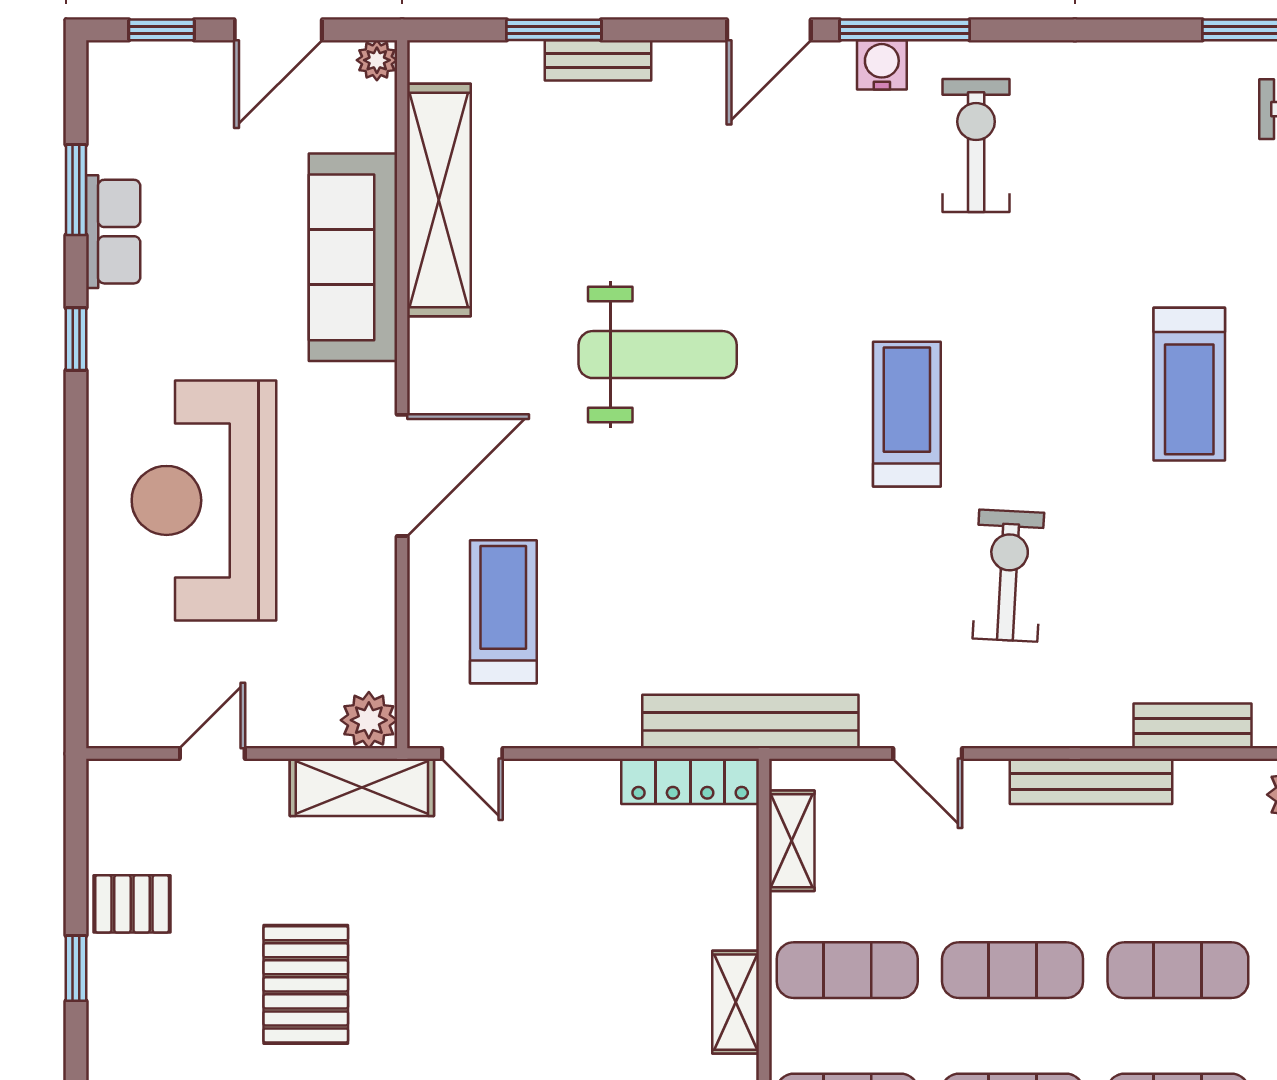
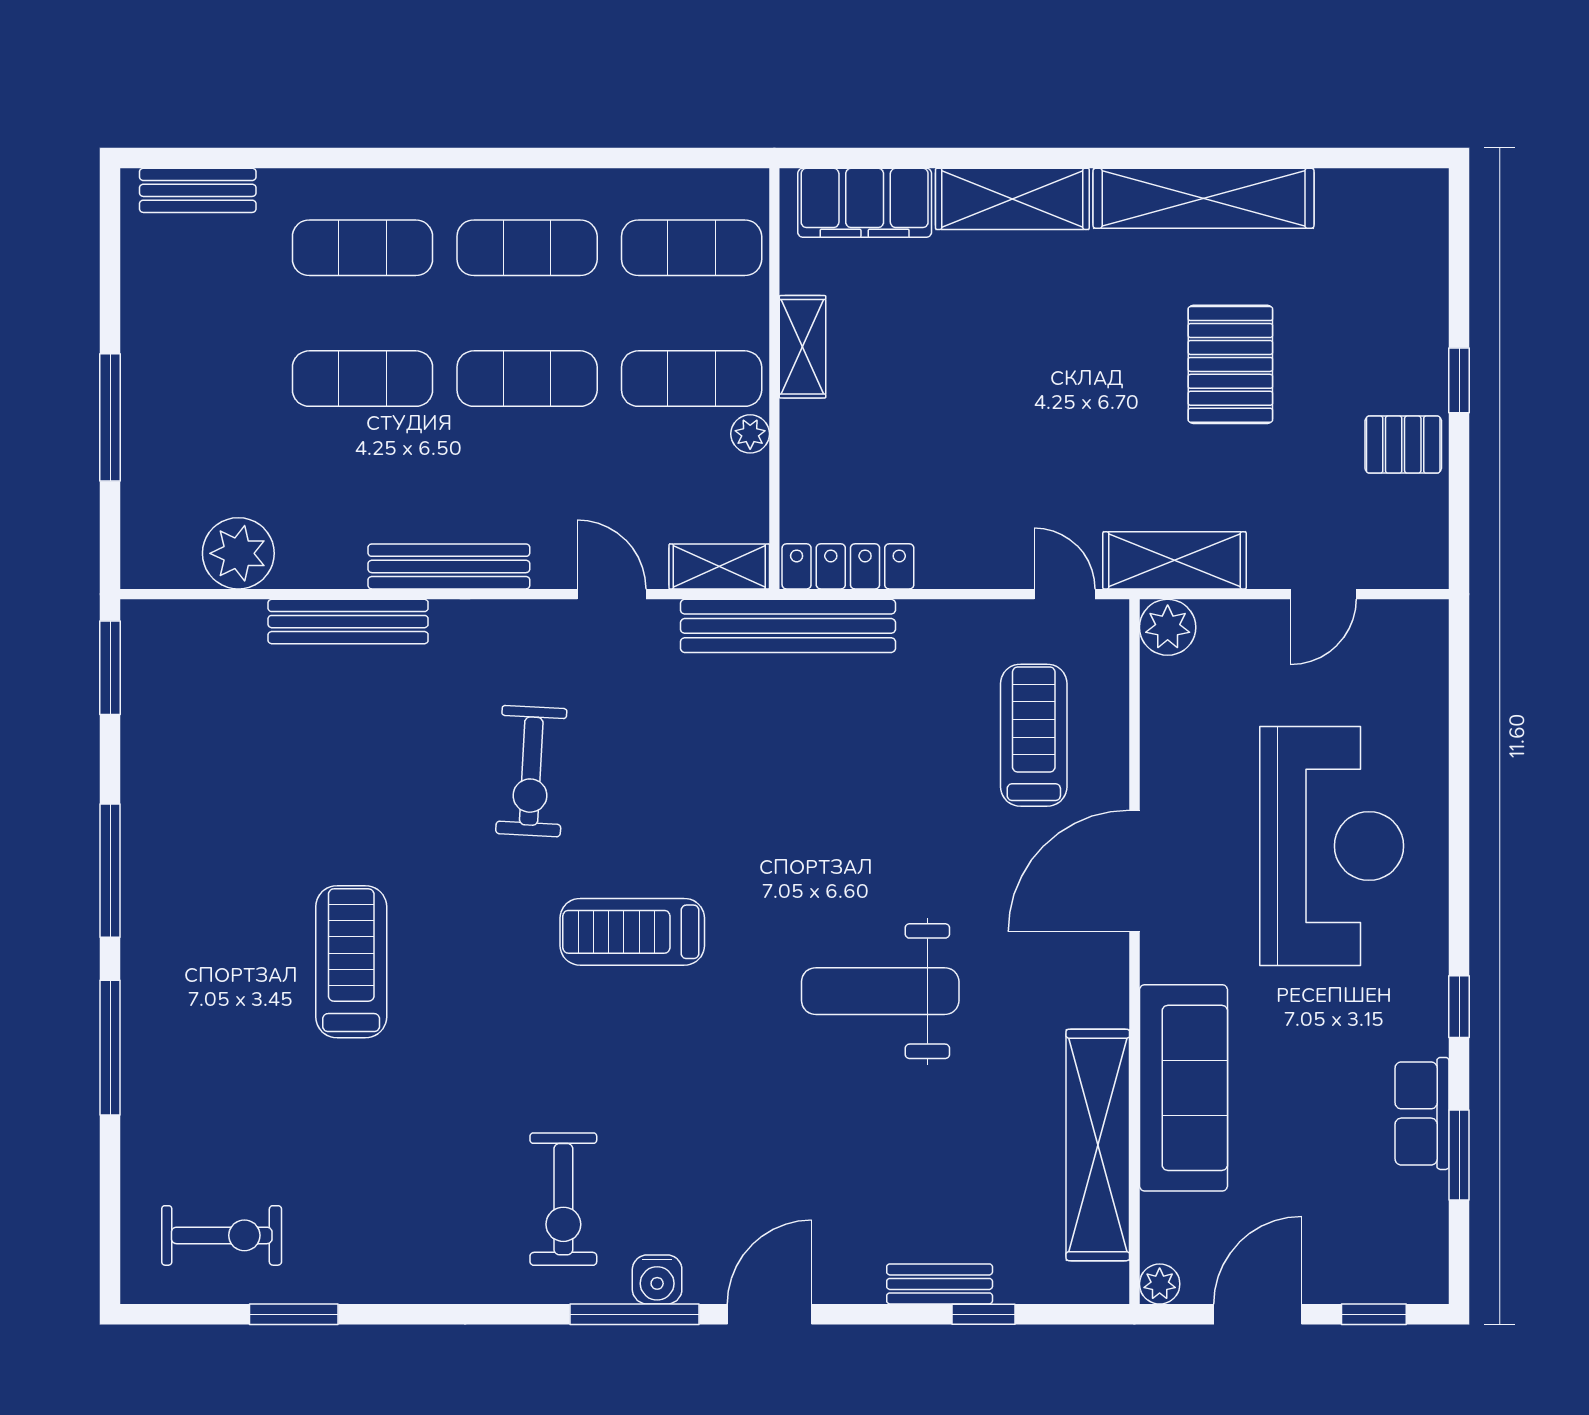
window: (554, 30) -> (984, 1314), width x0.67
treadmill: (907, 414) -> (632, 932), turned 90
treadmill: (503, 612) -> (1034, 735), turned 180
bench: (1192, 726) -> (348, 622), width x1.36
shelving: (792, 841) -> (719, 566), moved, turned 90
plant: (788, 915) -> (750, 434), added

